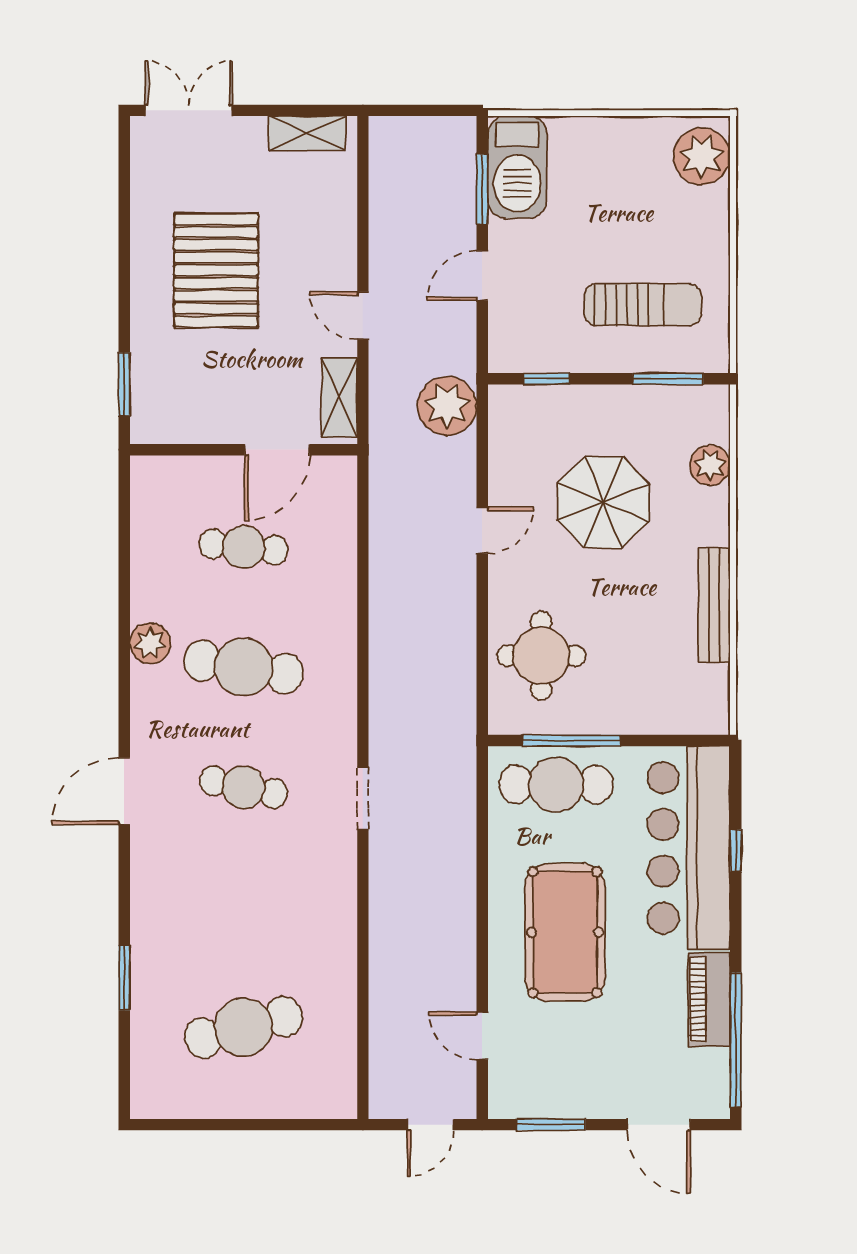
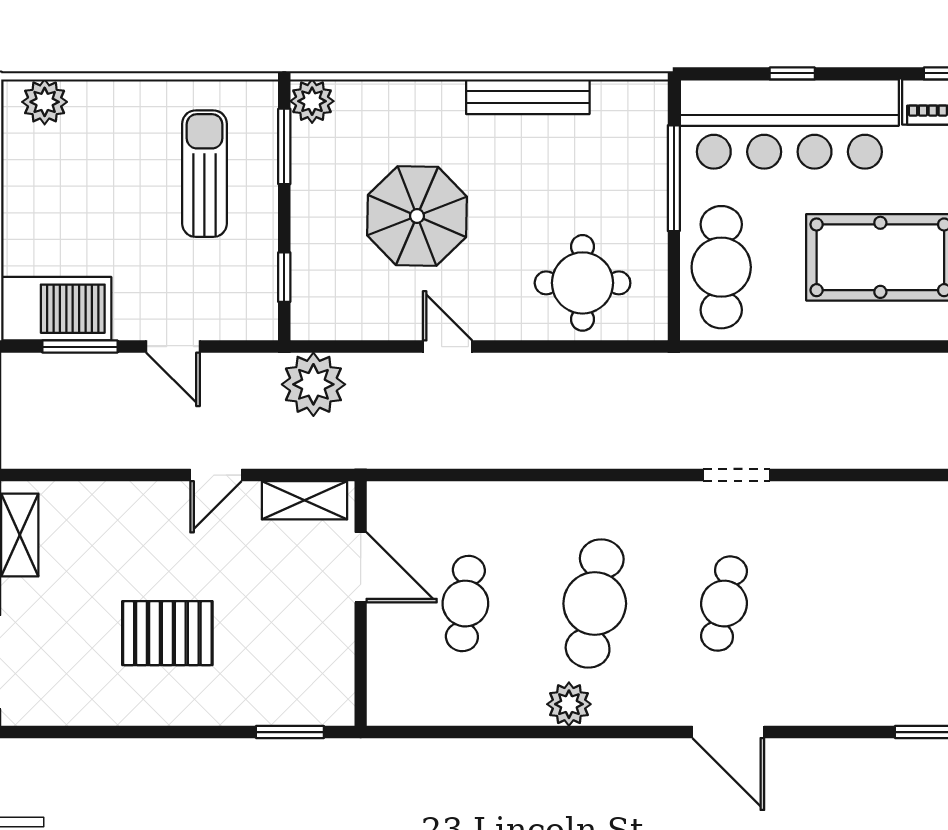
plant: (702, 156) -> (45, 102), width x0.73, depth x0.73
pallet: (216, 270) -> (167, 633), width x0.73, depth x0.71
plant: (710, 465) -> (312, 101), moved
window: (571, 741) -> (674, 178), moved

